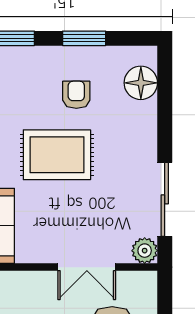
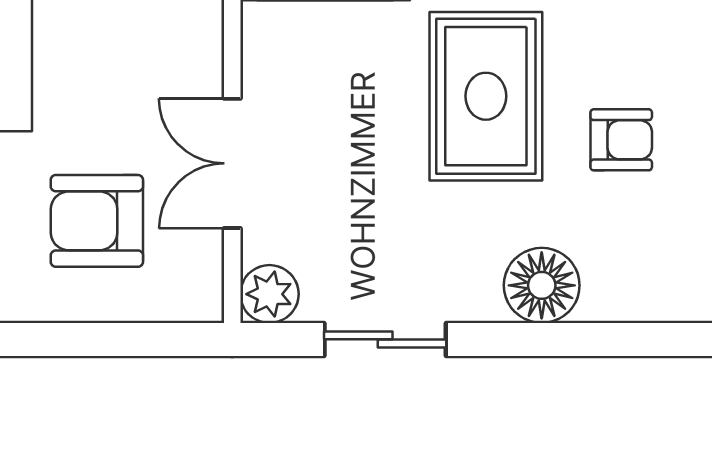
floor lamp: (141, 83) -> (542, 285), moved
sliding door: (165, 199) -> (385, 339), width x0.73

